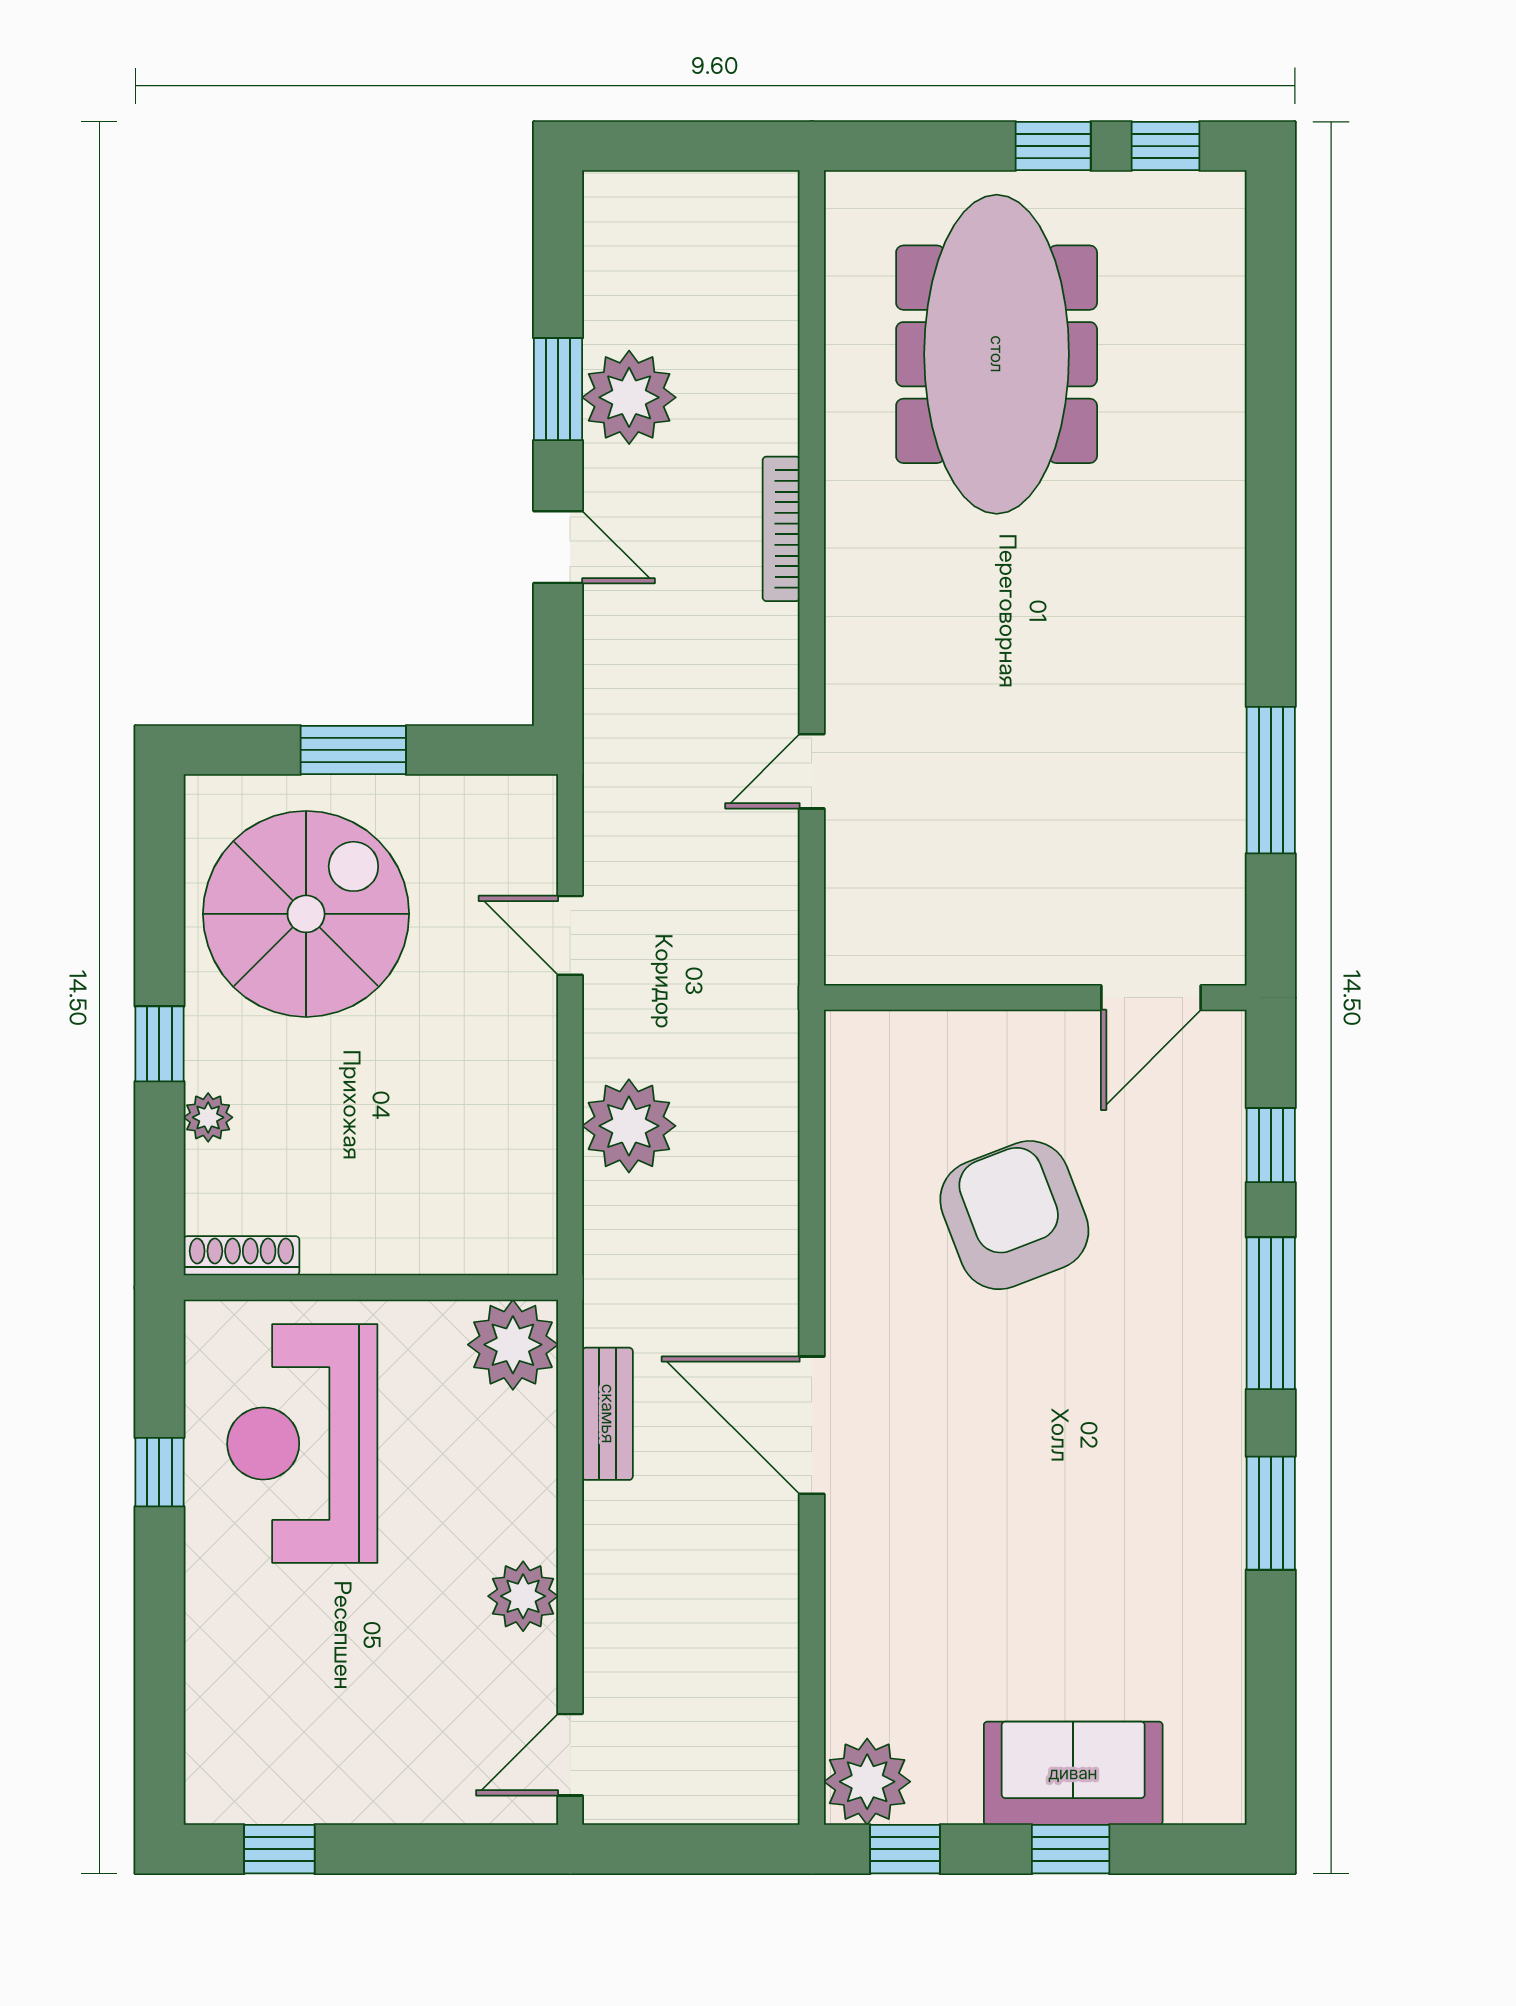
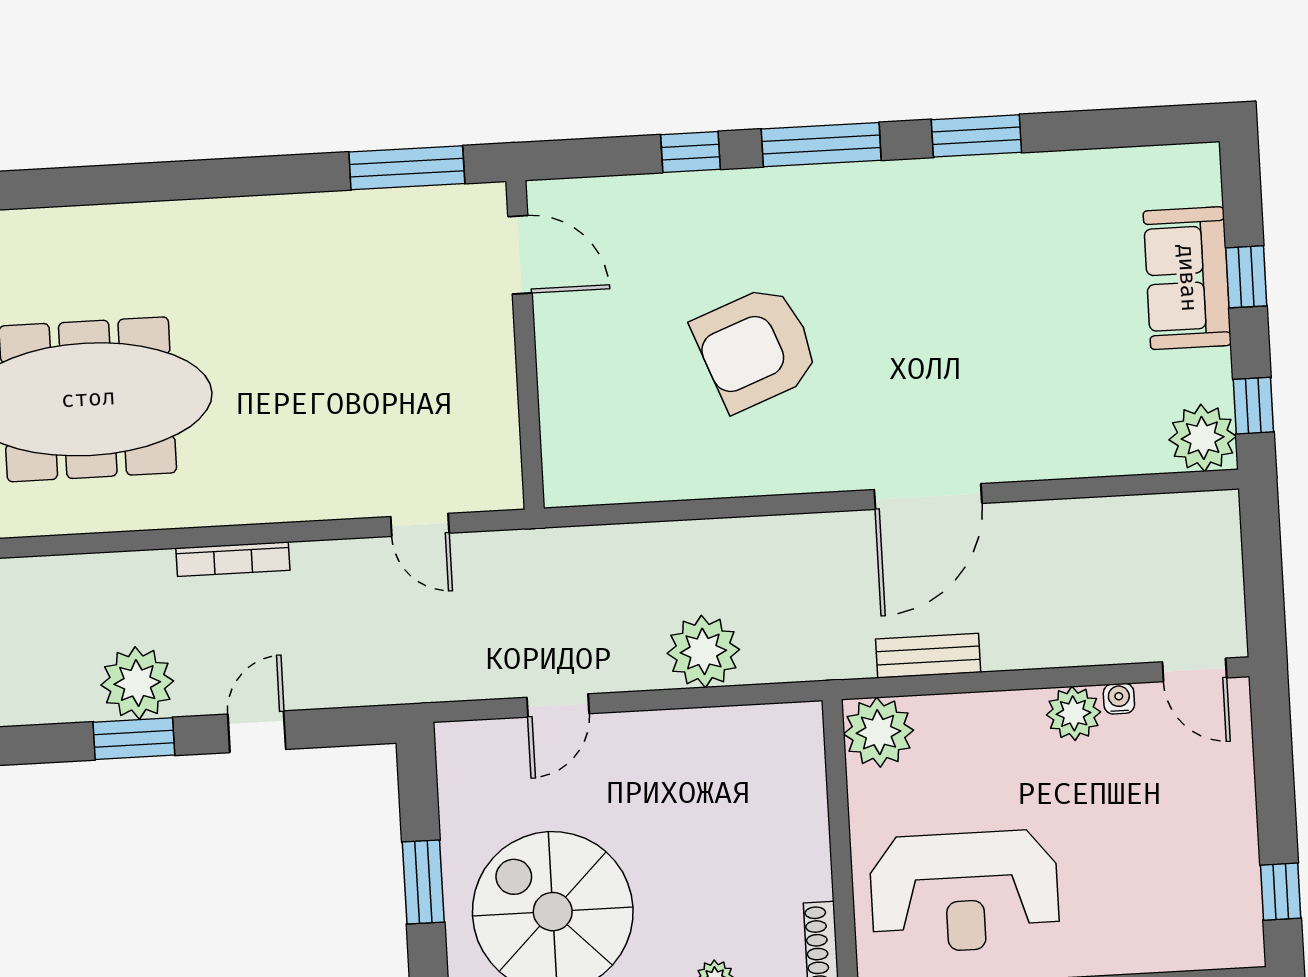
wall: (1035, 998) -> (525, 345), moved
door: (1151, 998) -> (520, 255), moved
water cooler: (539, 1656) -> (1119, 699), added

